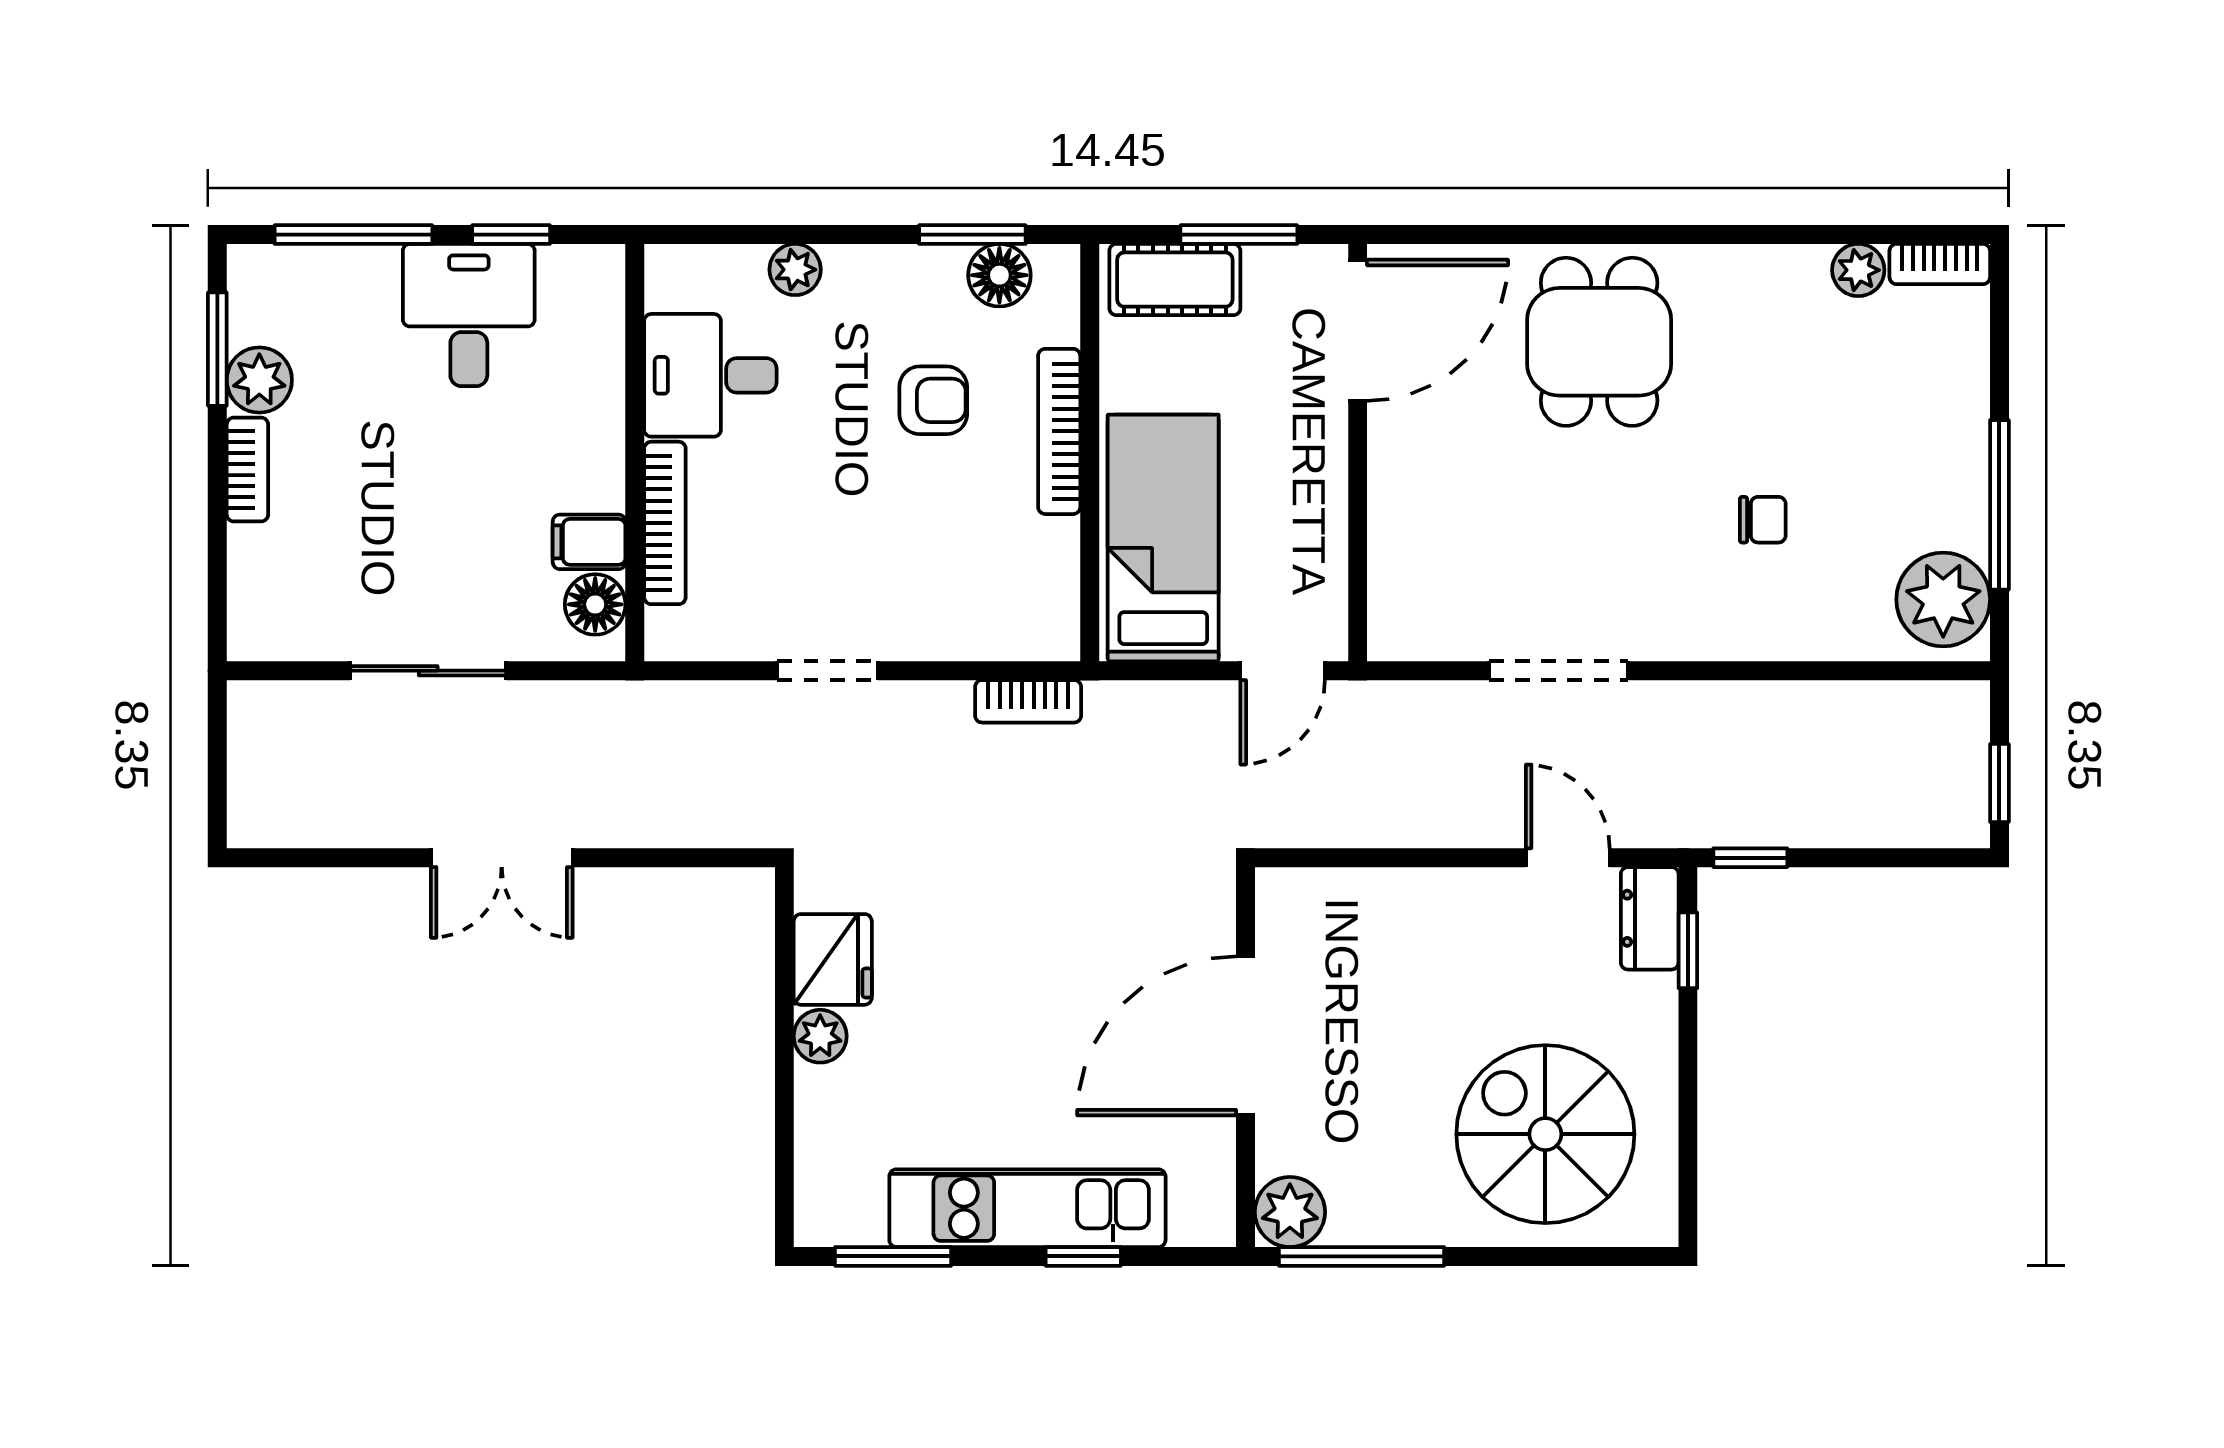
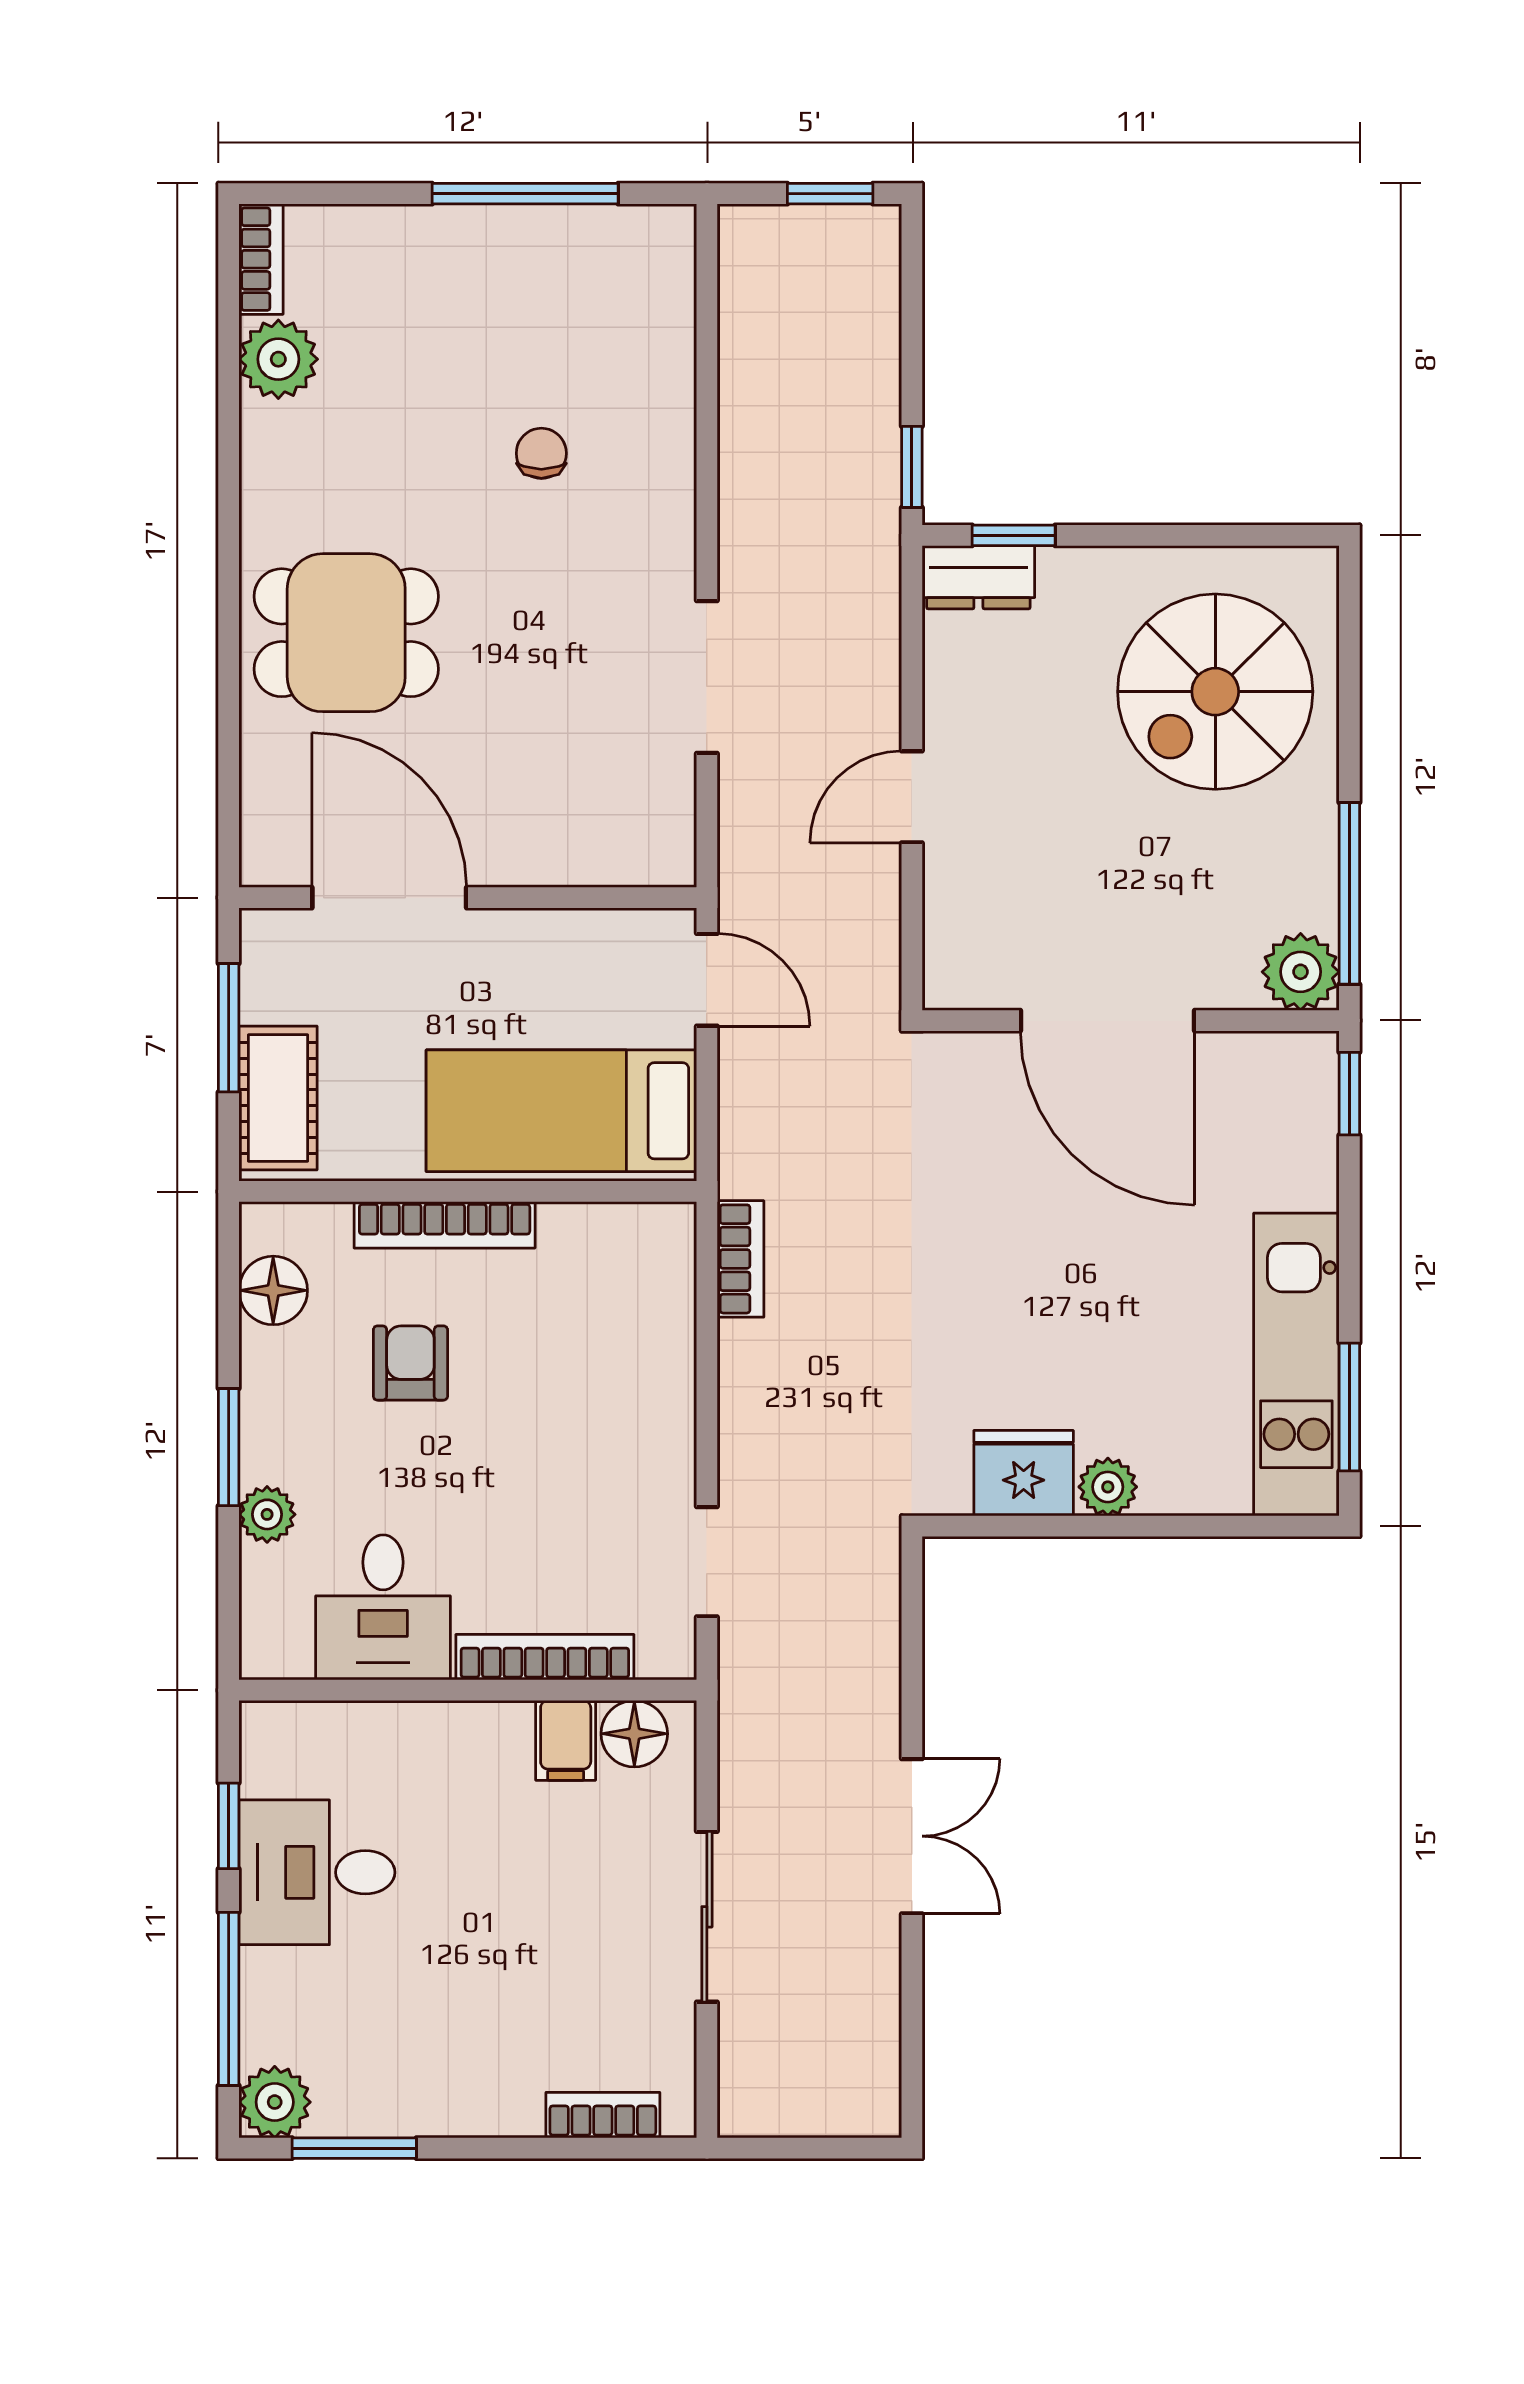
window: (972, 235) -> (229, 1447), moved
plant: (1858, 270) -> (278, 359), width x1.38, depth x1.38
door: (1358, 330) -> (389, 898), moved
plant: (259, 380) -> (275, 2102), moved
bookcase: (247, 470) -> (603, 2115), moved
plant: (1943, 599) -> (629, 255), removed
doorway: (828, 671) -> (707, 1562), moved
door: (1568, 858) -> (912, 797), moved
kitchen unit: (1027, 1208) -> (1296, 1365), moved
window: (1083, 1256) -> (1349, 1094), moved

